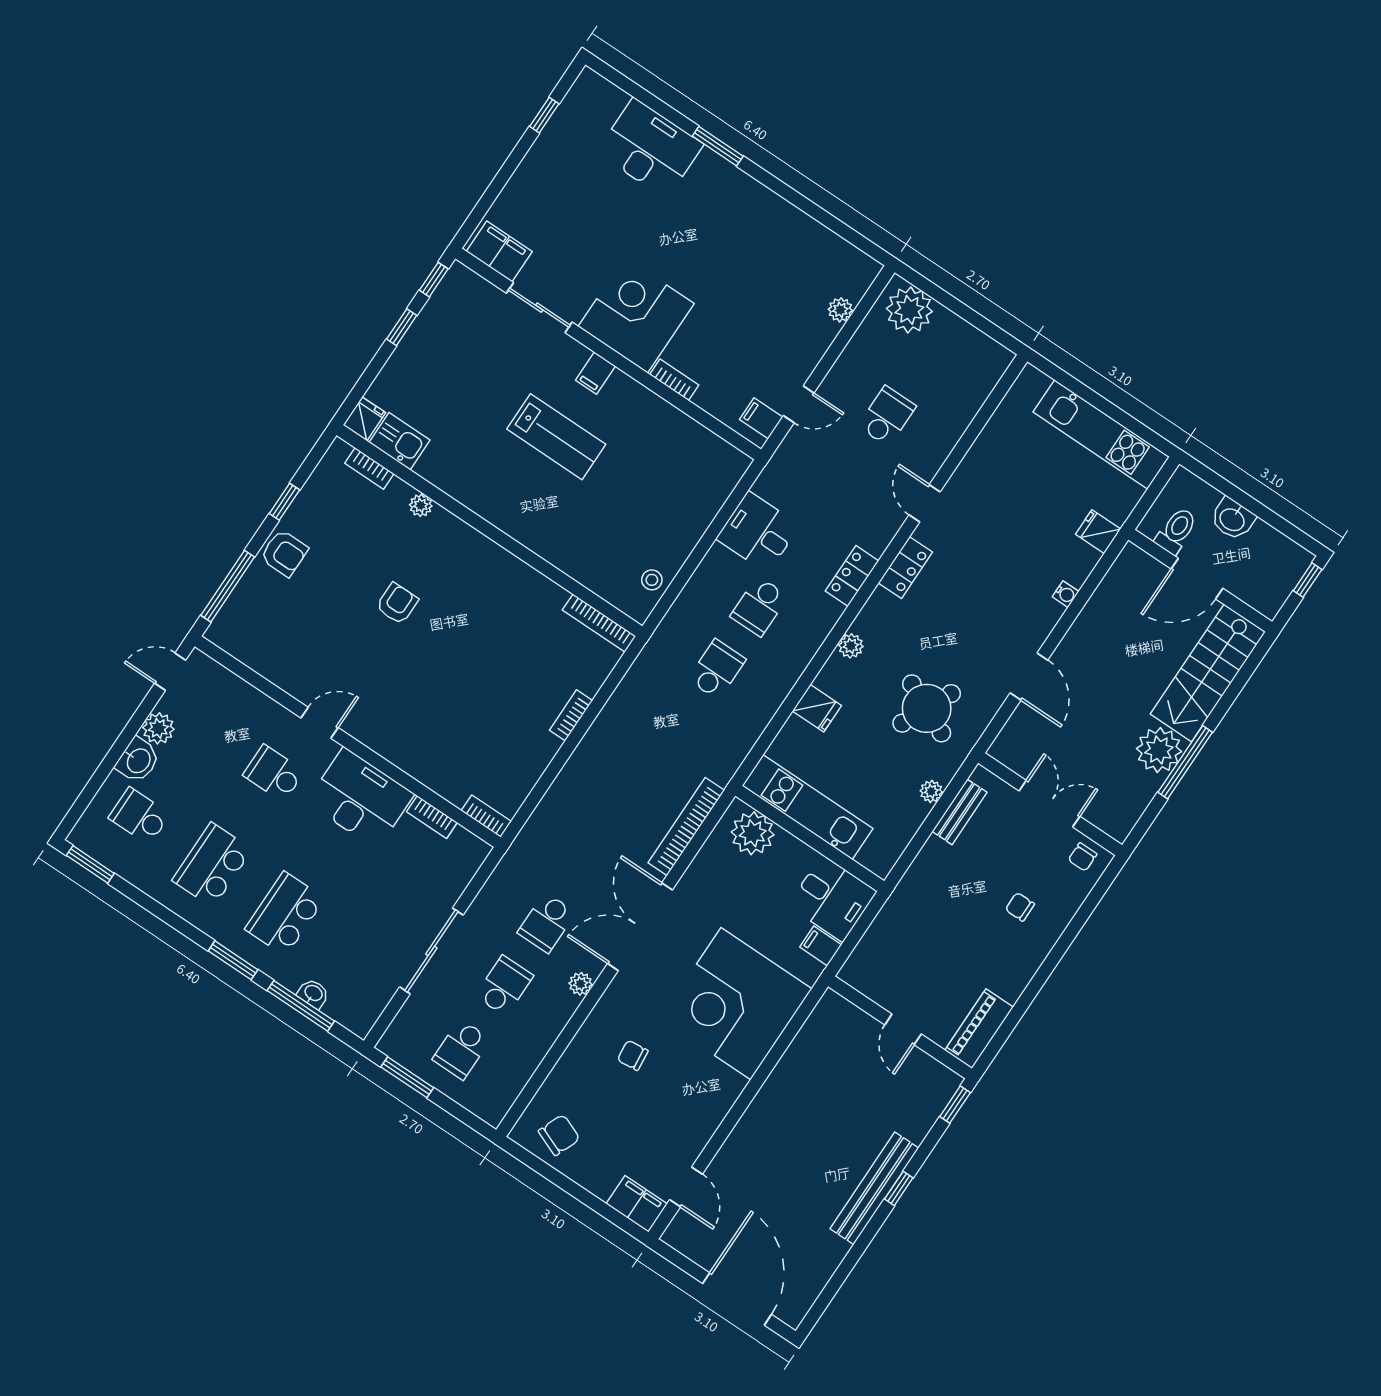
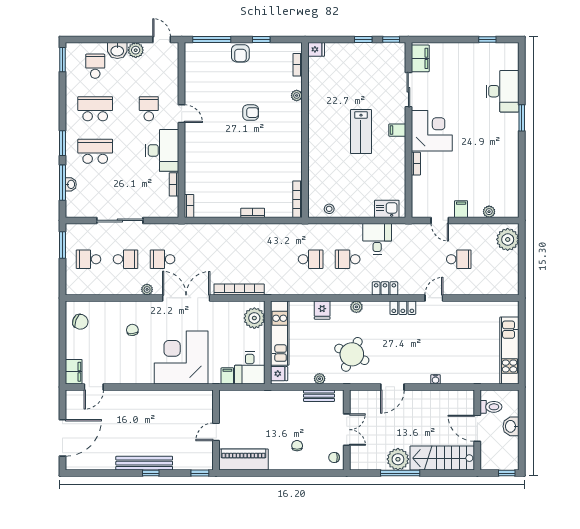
filing cabinet: (761, 418) -> (461, 209), moved
kitchen sink: (399, 441) -> (387, 209), moved, turned -90
fridge: (1098, 532) -> (279, 374), moved, turned 90
piano: (979, 1029) -> (244, 460), width x1.37, depth x1.33

